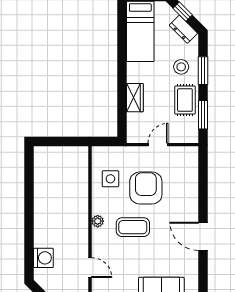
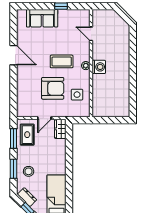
wardrobe: (135, 98) -> (60, 129), moved
rug: (185, 100) -> (27, 135), moved
armchair: (146, 188) -> (53, 88), turned -90
washing machine: (43, 258) -> (99, 67), moved, turned 180

